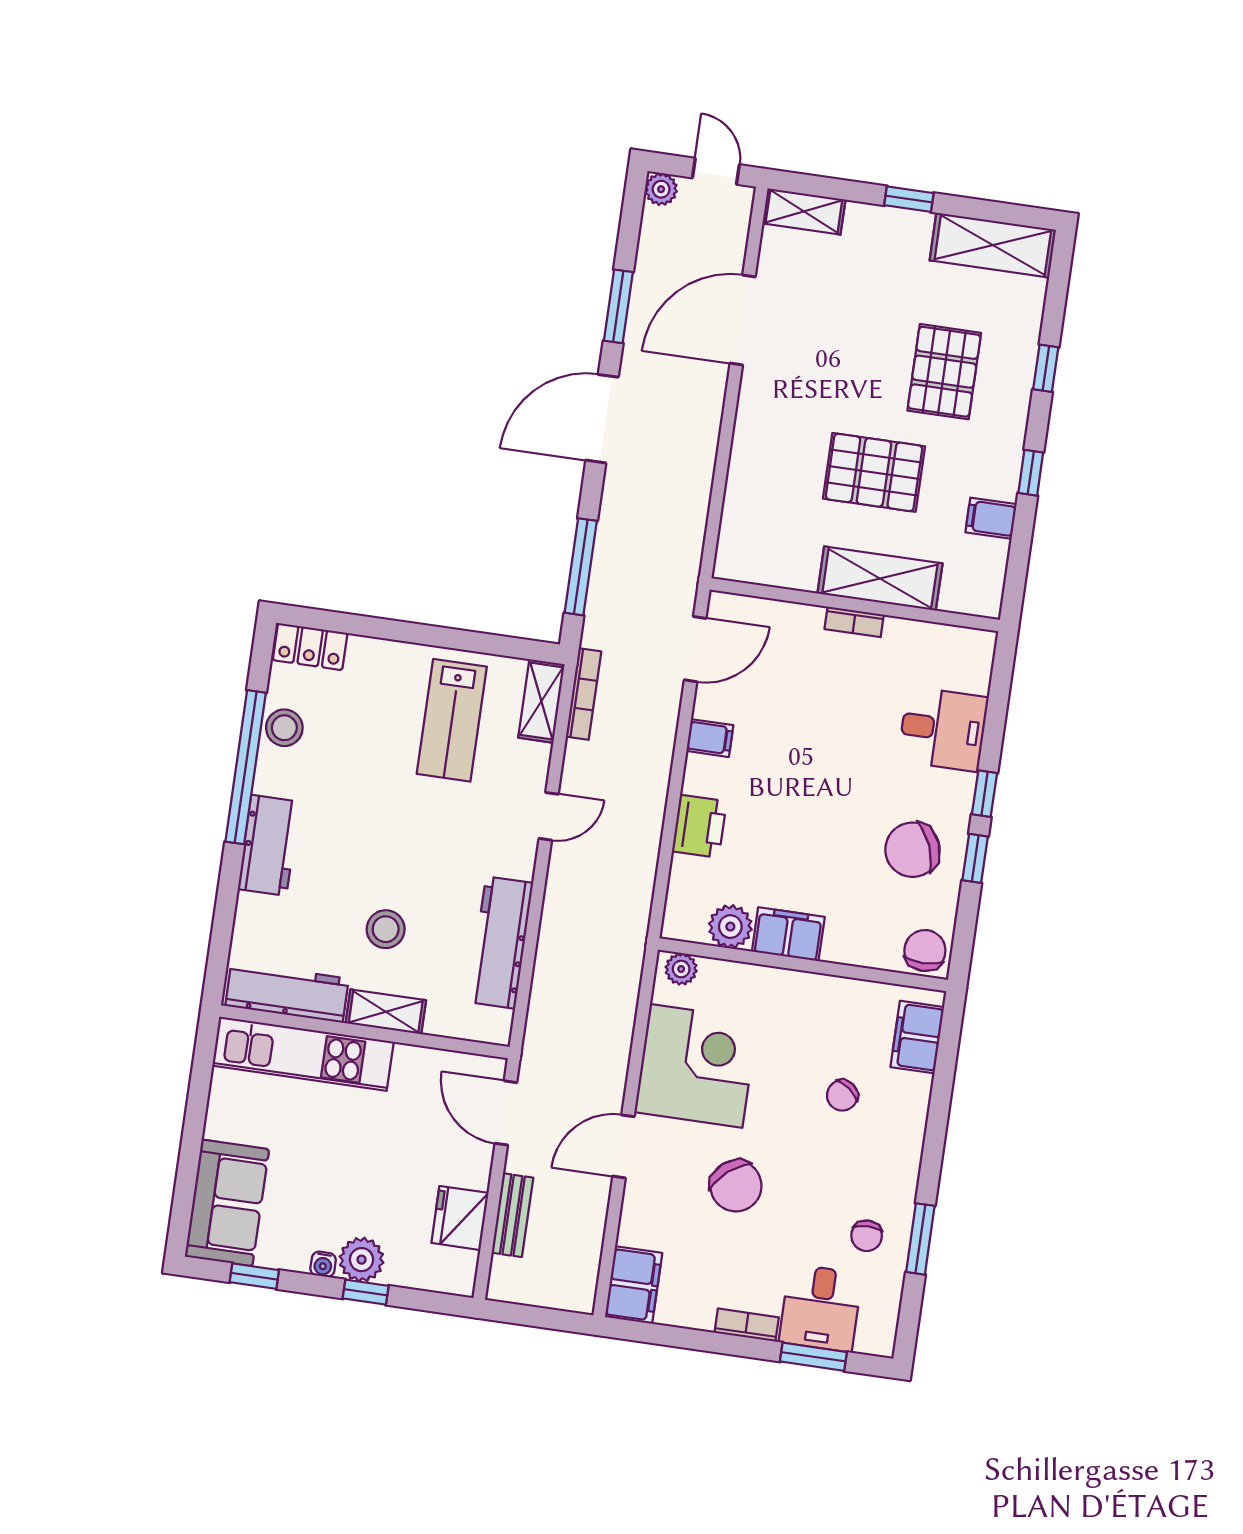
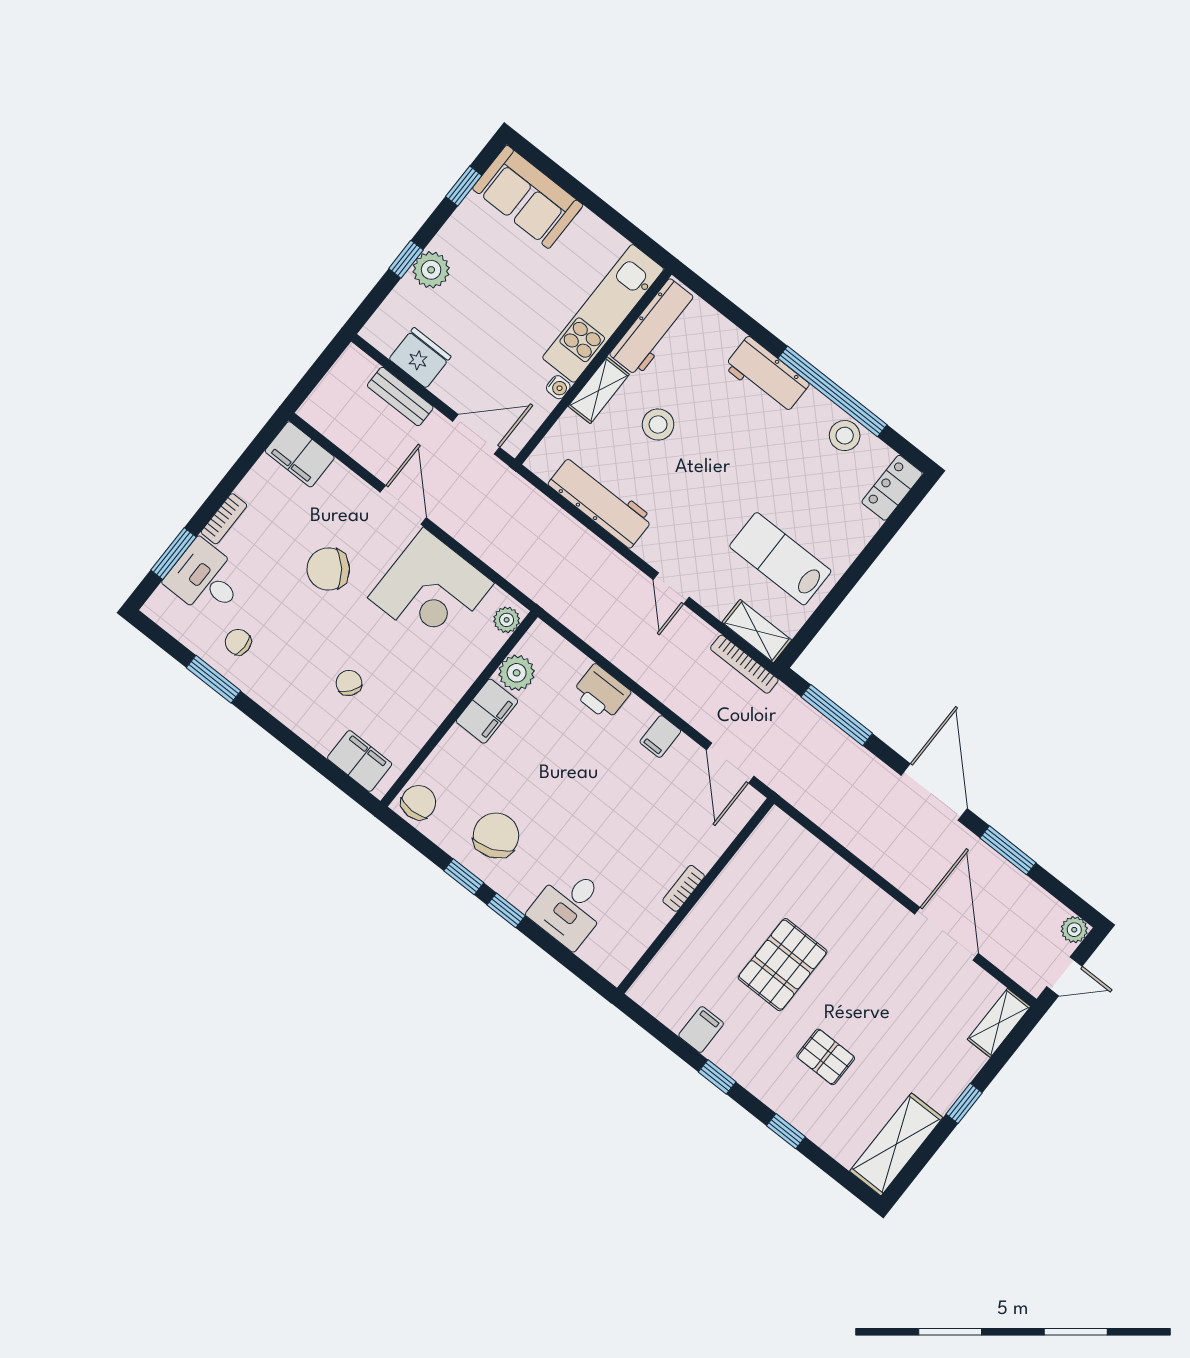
pallet: (944, 372) -> (826, 1057), width x0.67, depth x0.71
shelving: (880, 578) -> (704, 925), removed
chair: (925, 951) -> (418, 802), turned -90
water cooler: (323, 1264) -> (558, 387), moved, turned 180

